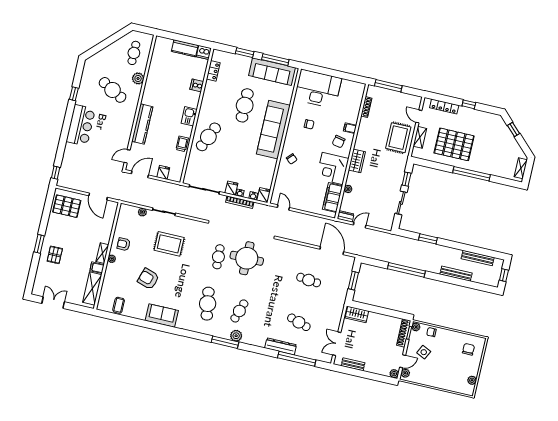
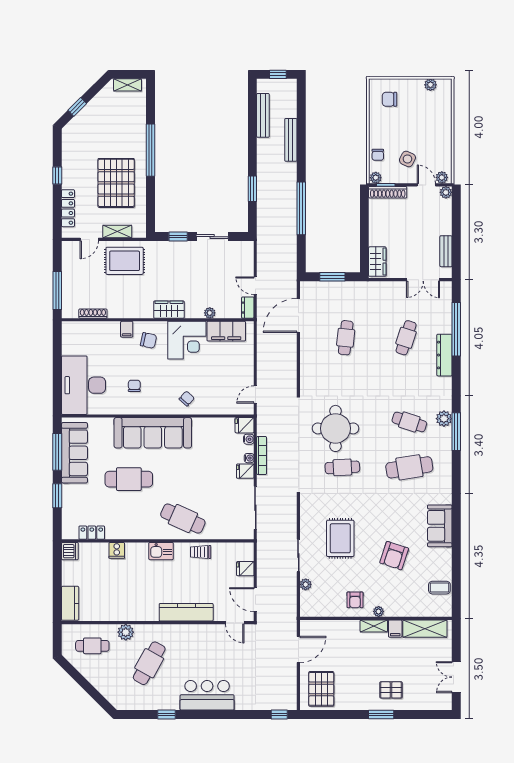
kitchen counter: (185, 48) -> (70, 603), moved

